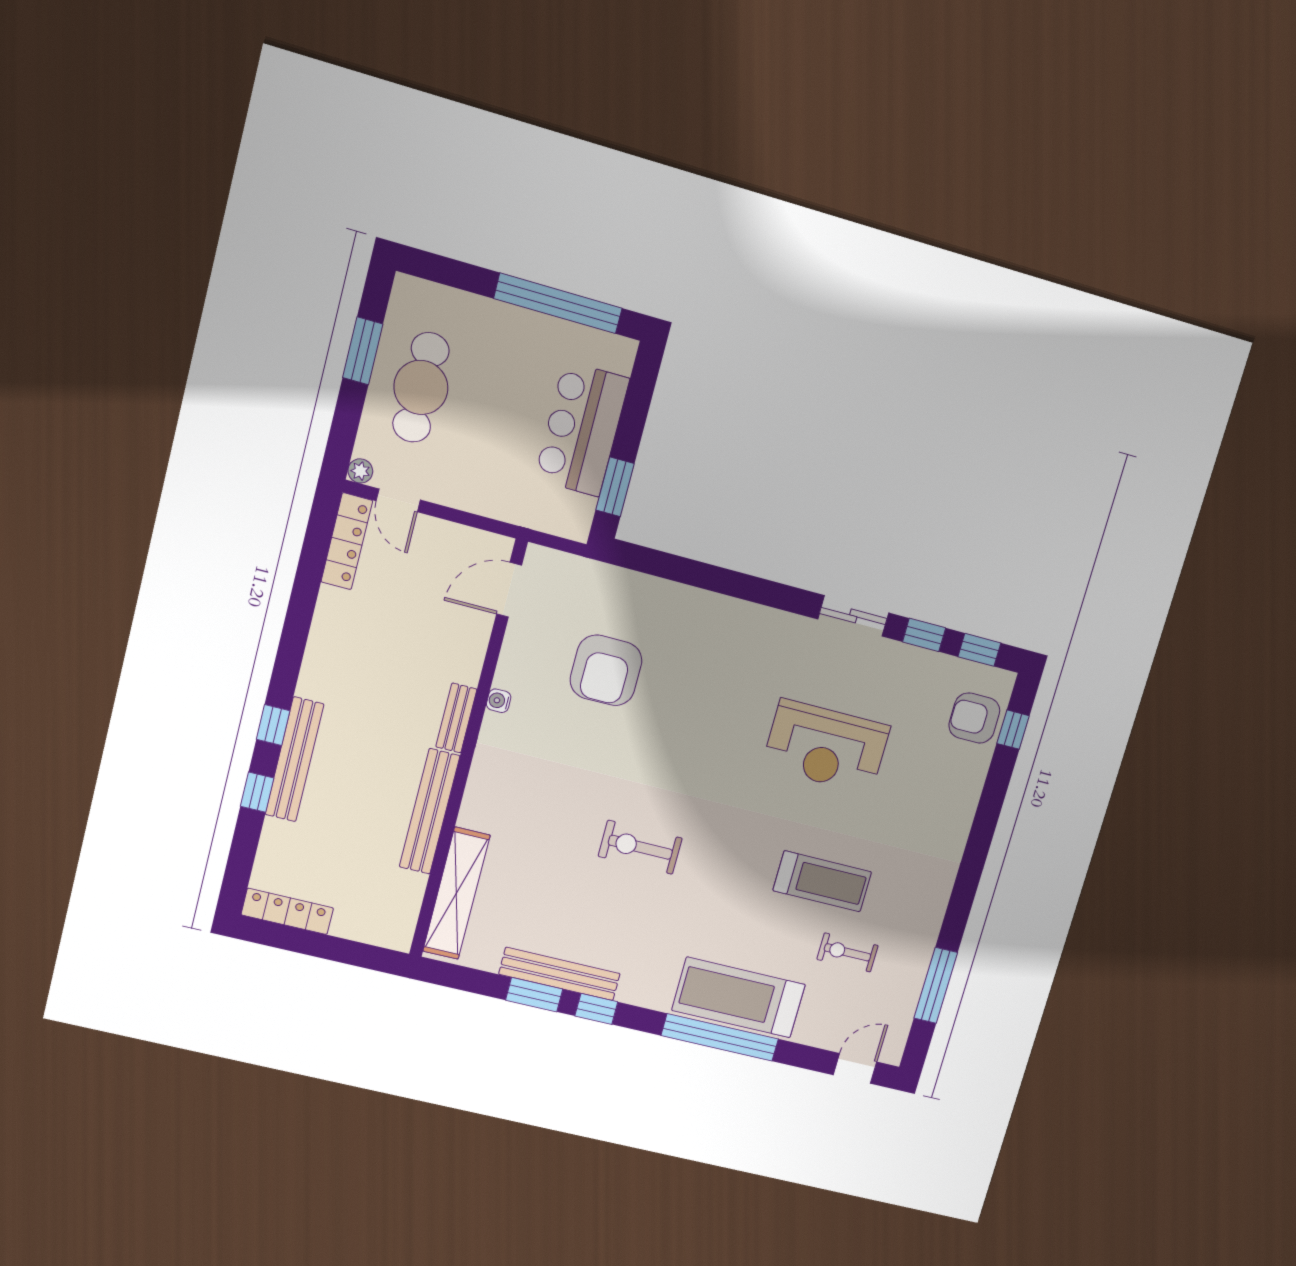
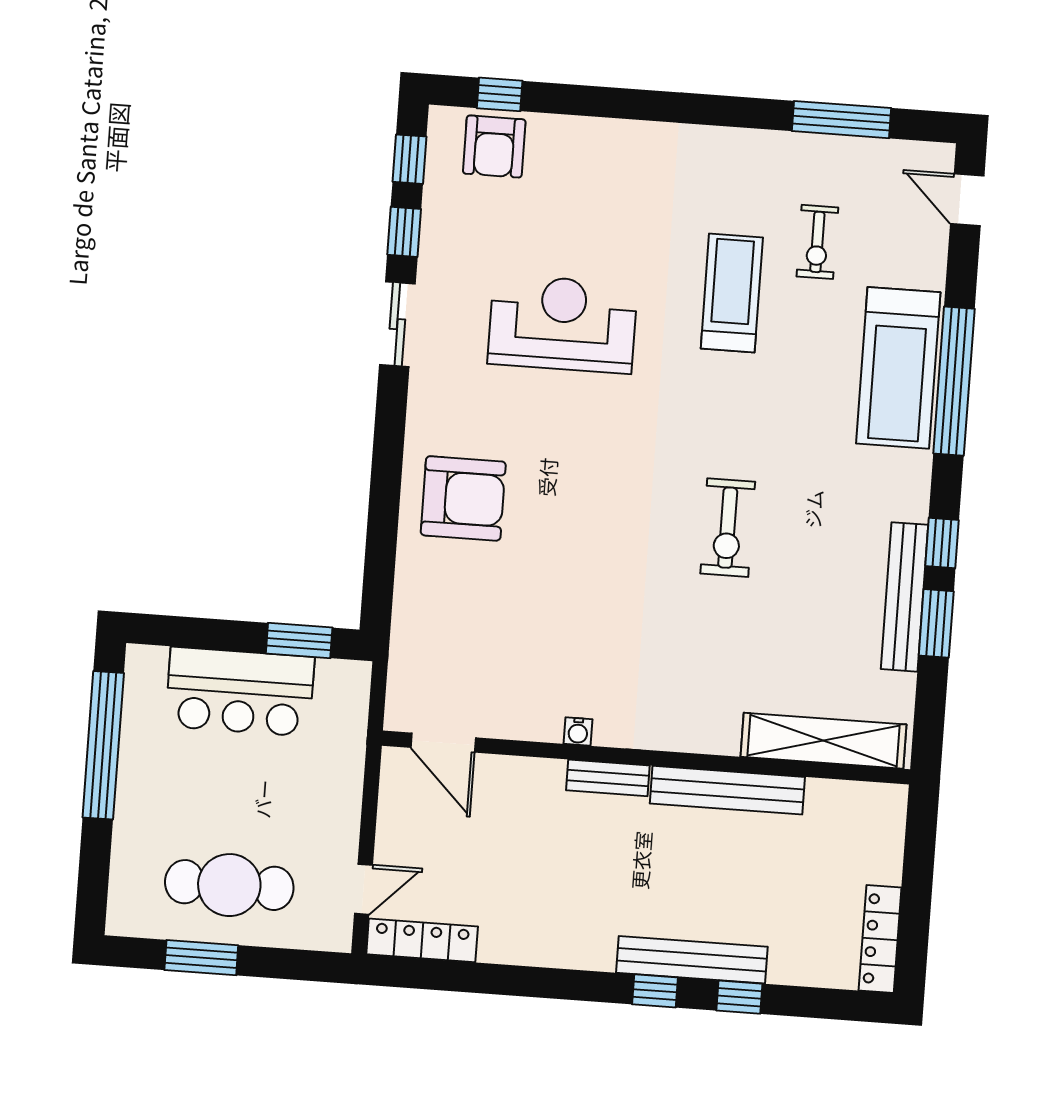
plant: (360, 471) -> (338, 938), removed
armchair: (606, 670) -> (463, 498), moved
reception desk: (826, 746) -> (562, 324), turned -90

